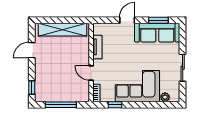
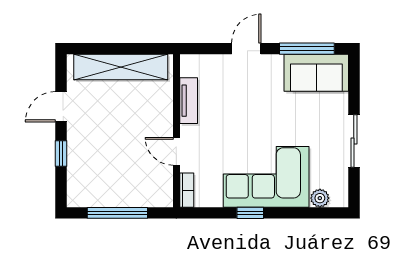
window: (158, 20) -> (307, 49), width x1.44
sofa: (157, 33) -> (316, 73), width x0.73
window: (32, 87) -> (61, 153), moved
window: (115, 105) -> (250, 213), moved

